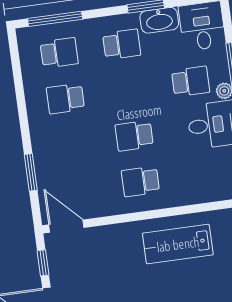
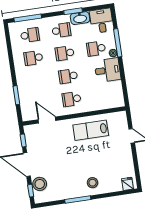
school desk: (191, 81) -> (96, 49), turned 180
school desk: (128, 90) -> (65, 53), added
door: (66, 226) -> (47, 120), moved

